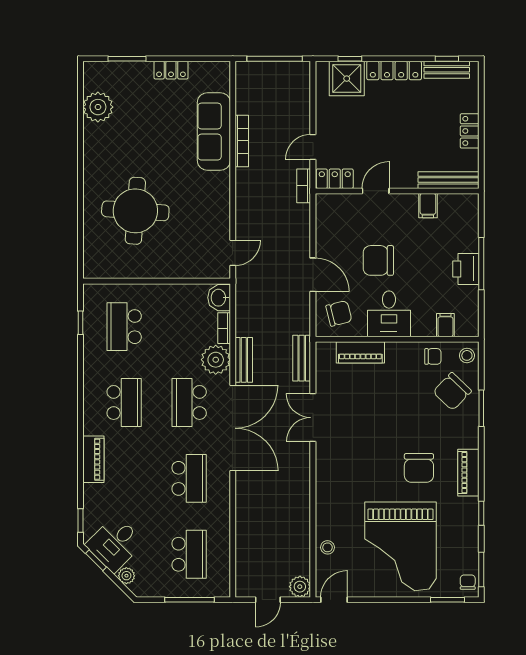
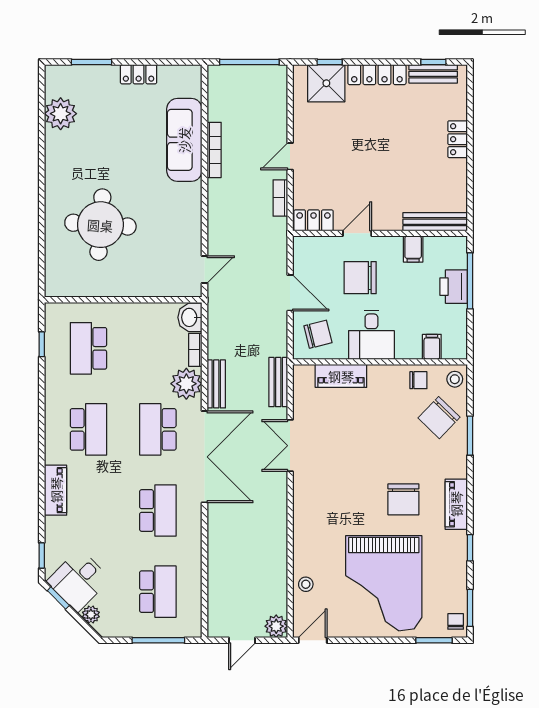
locker: (335, 179) -> (314, 220), moved
bench: (449, 180) -> (435, 222), moved
door: (376, 191) -> (357, 233), moved
wall: (397, 191) -> (380, 233), moved
filing cabinet: (428, 206) -> (413, 249), moved

